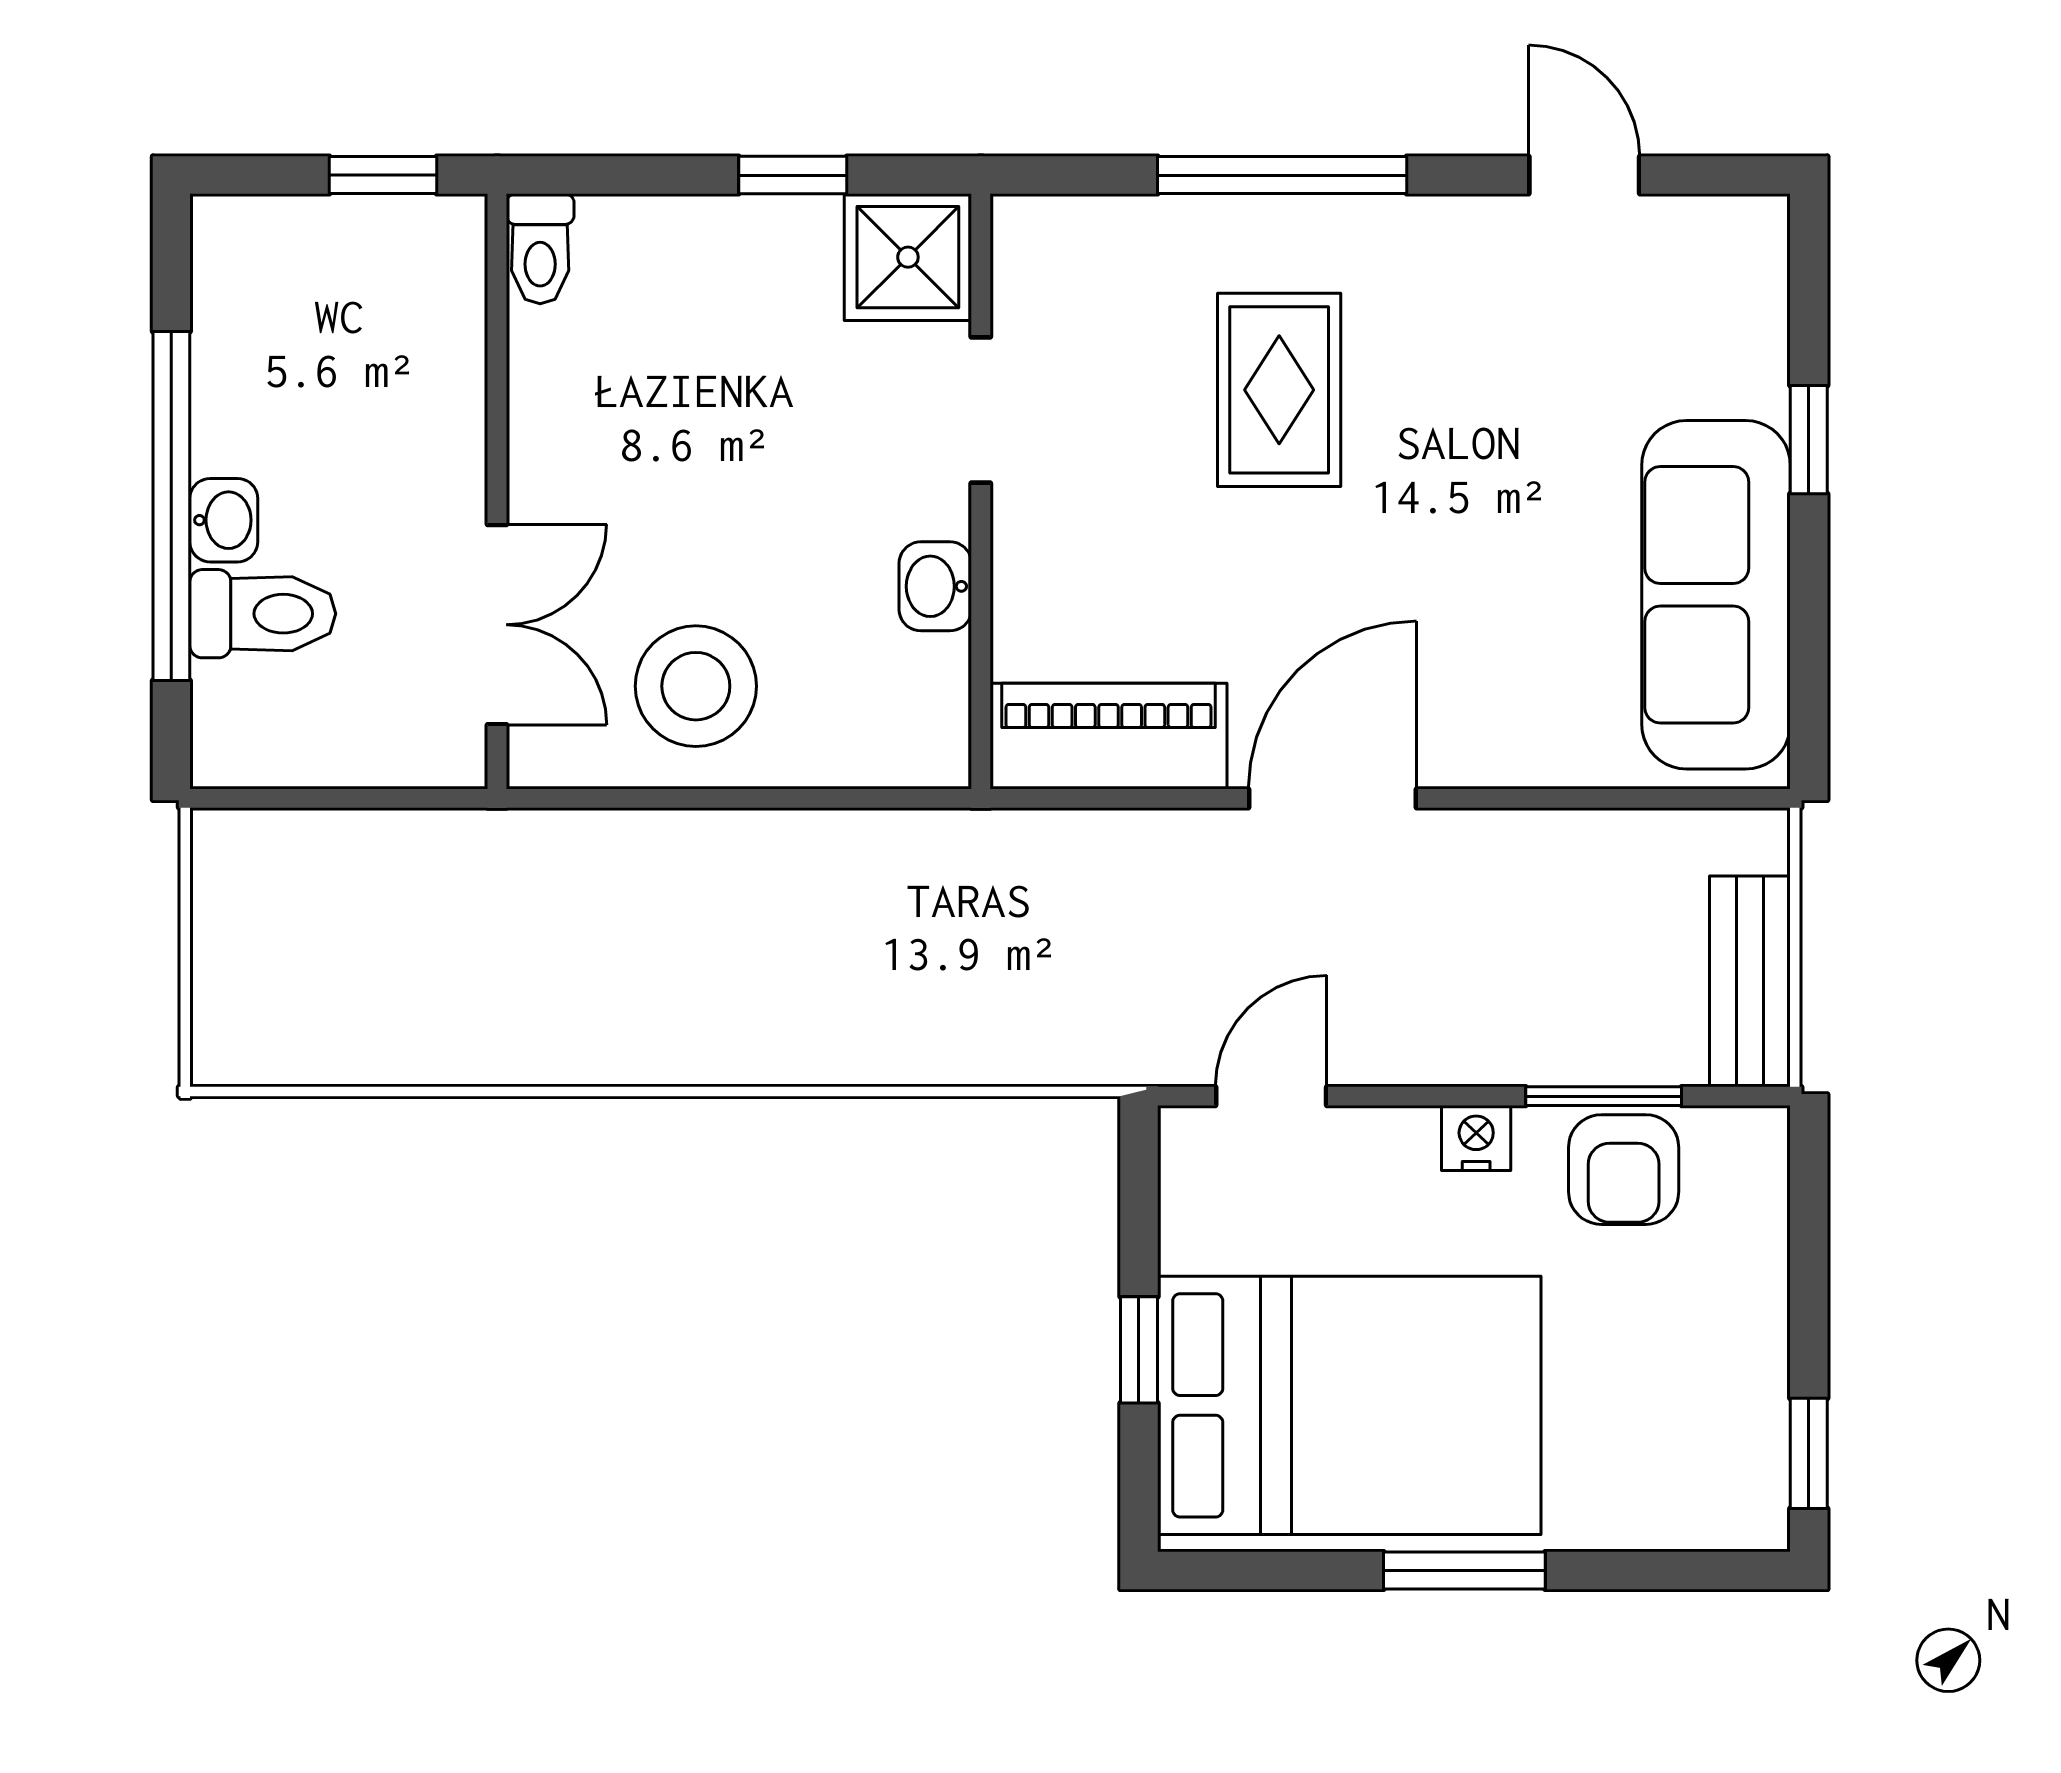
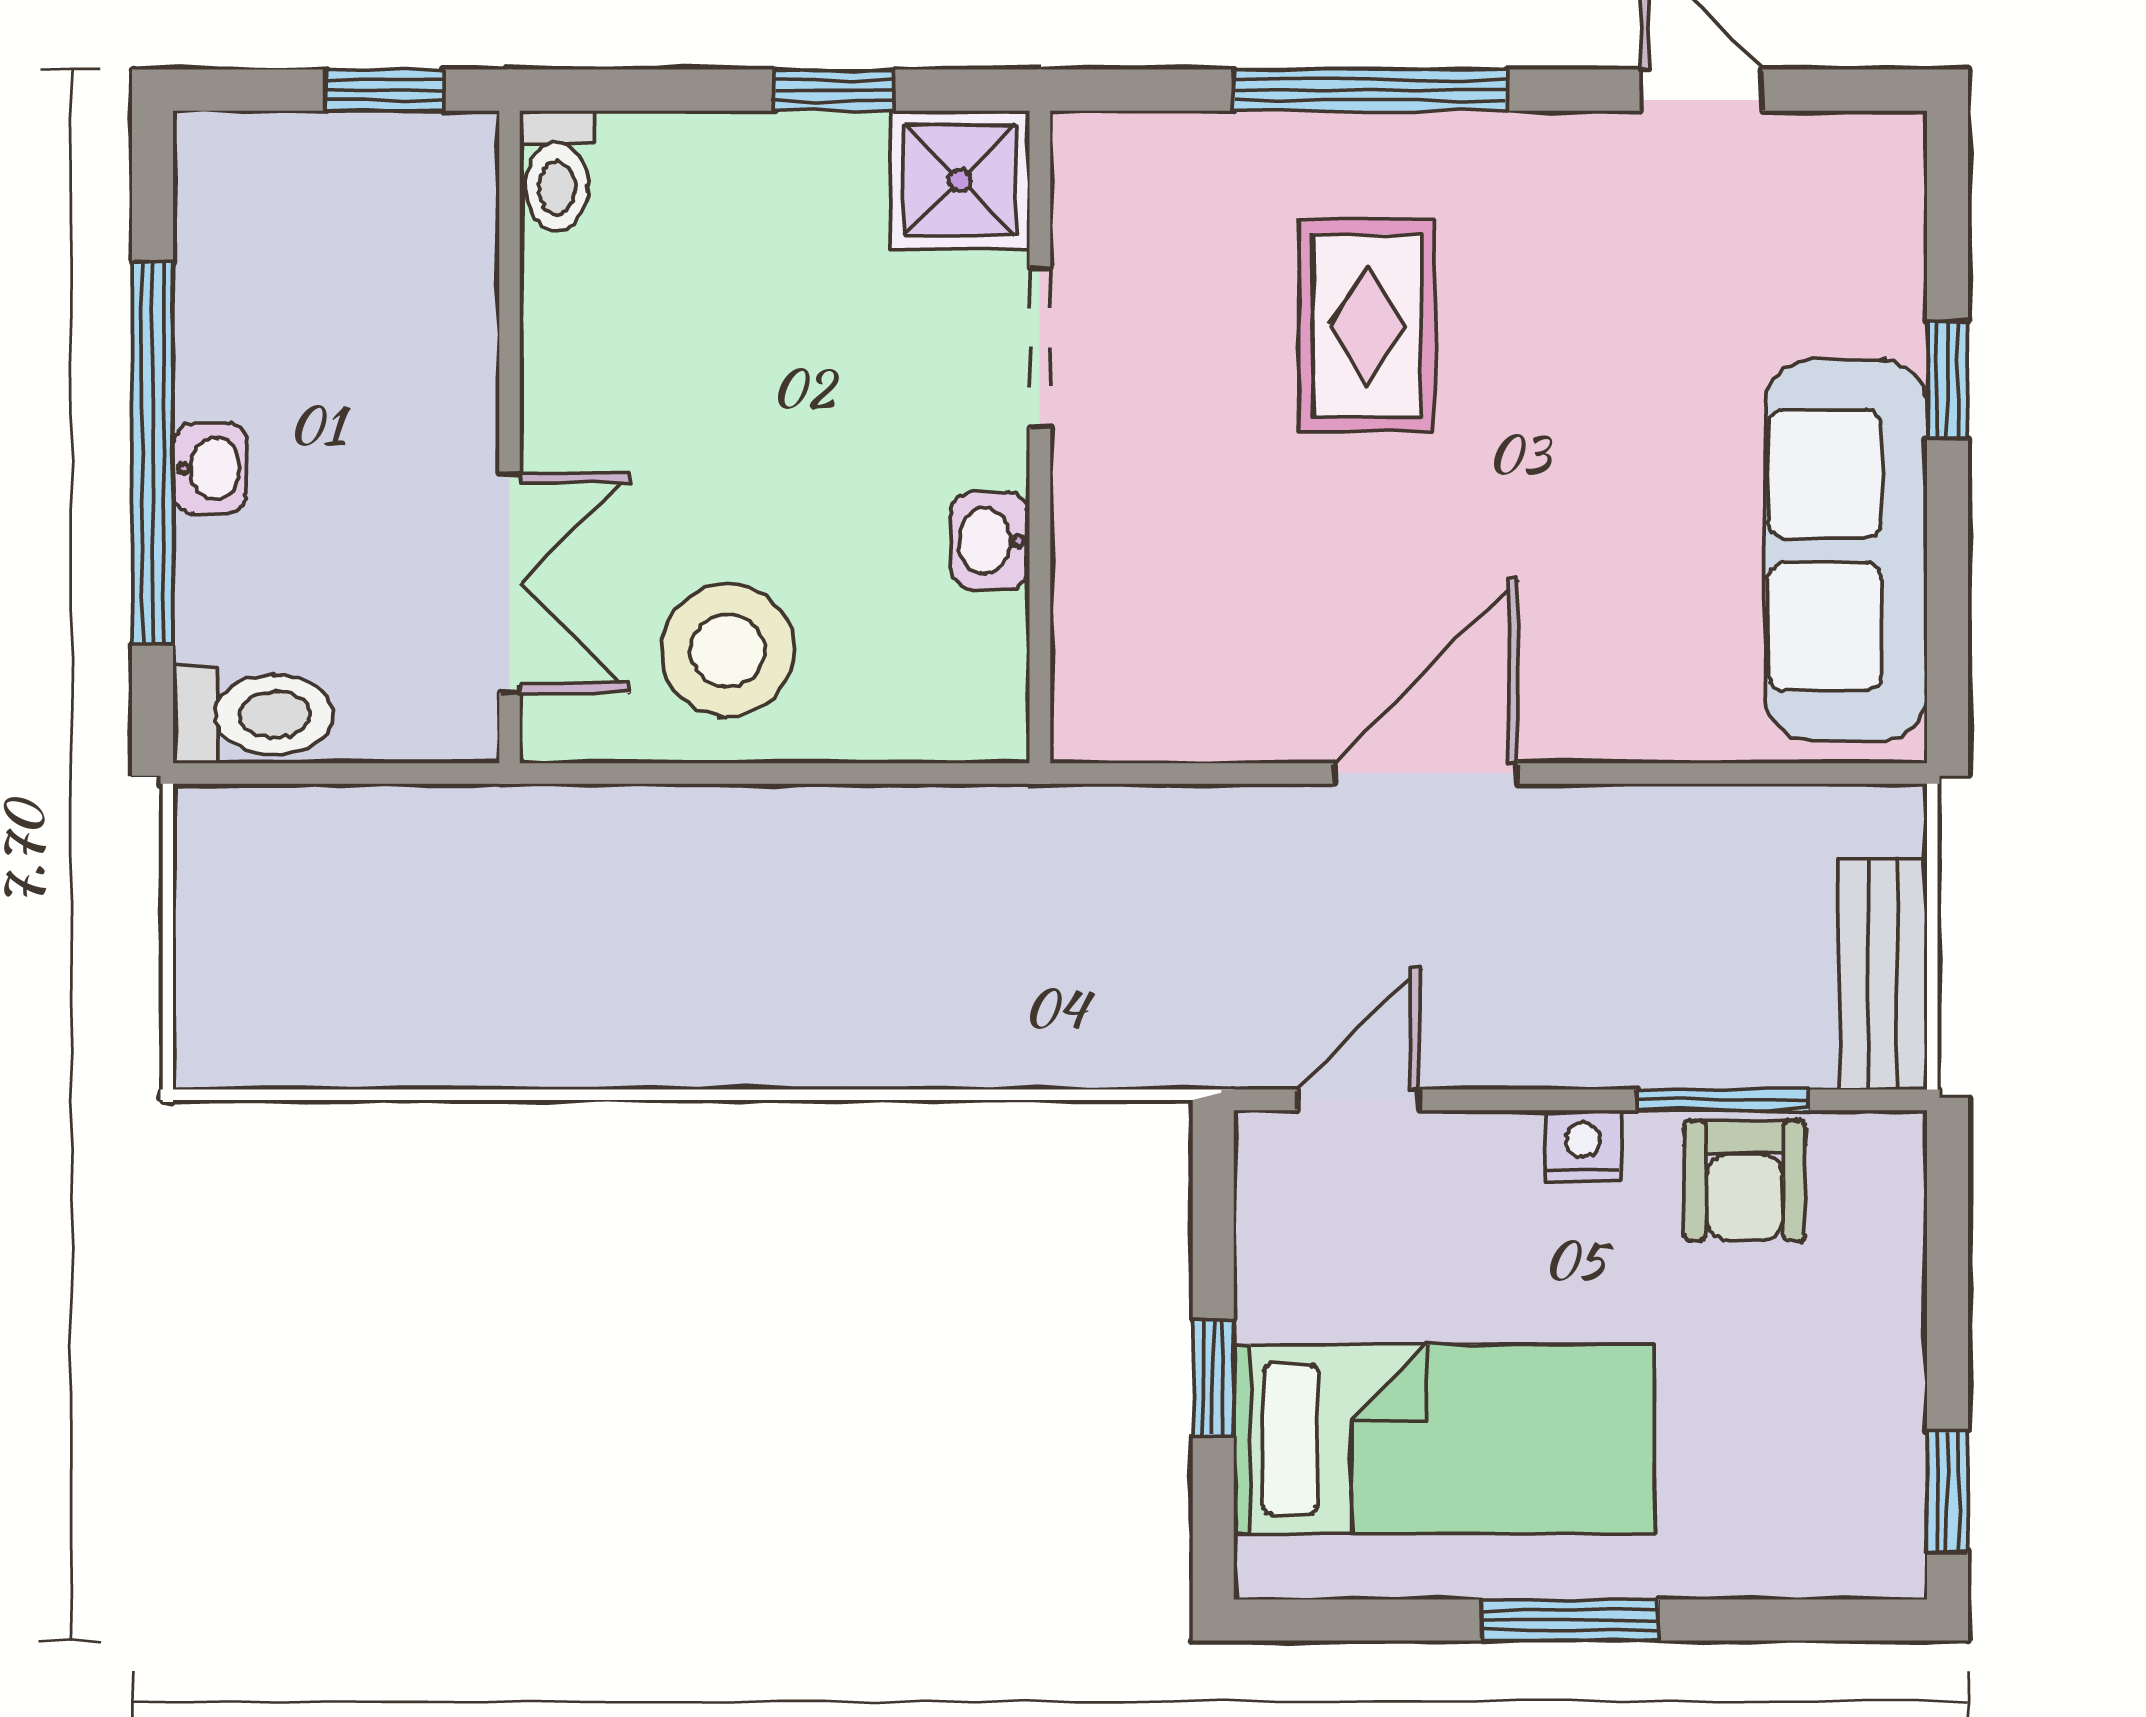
toilet: (263, 614) -> (253, 715), moved
piano: (1108, 736) -> (1180, 705), removed
bed: (1349, 1405) -> (1444, 1439), width x0.67

